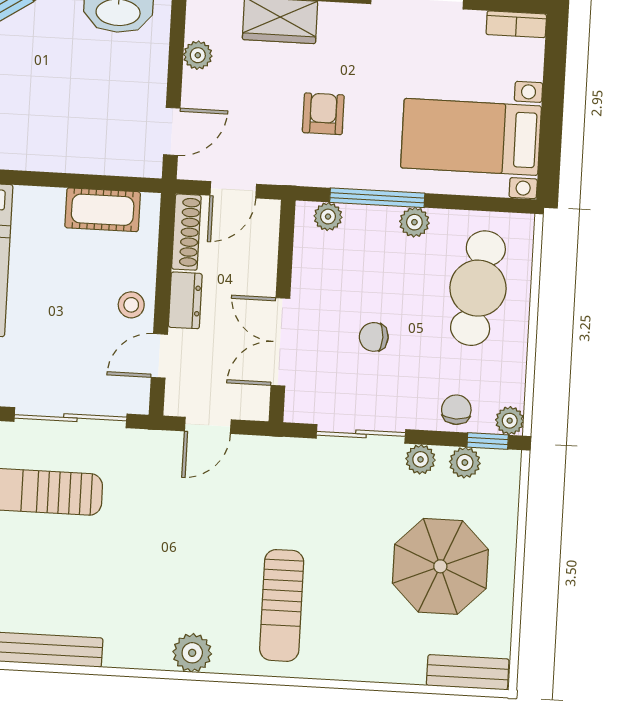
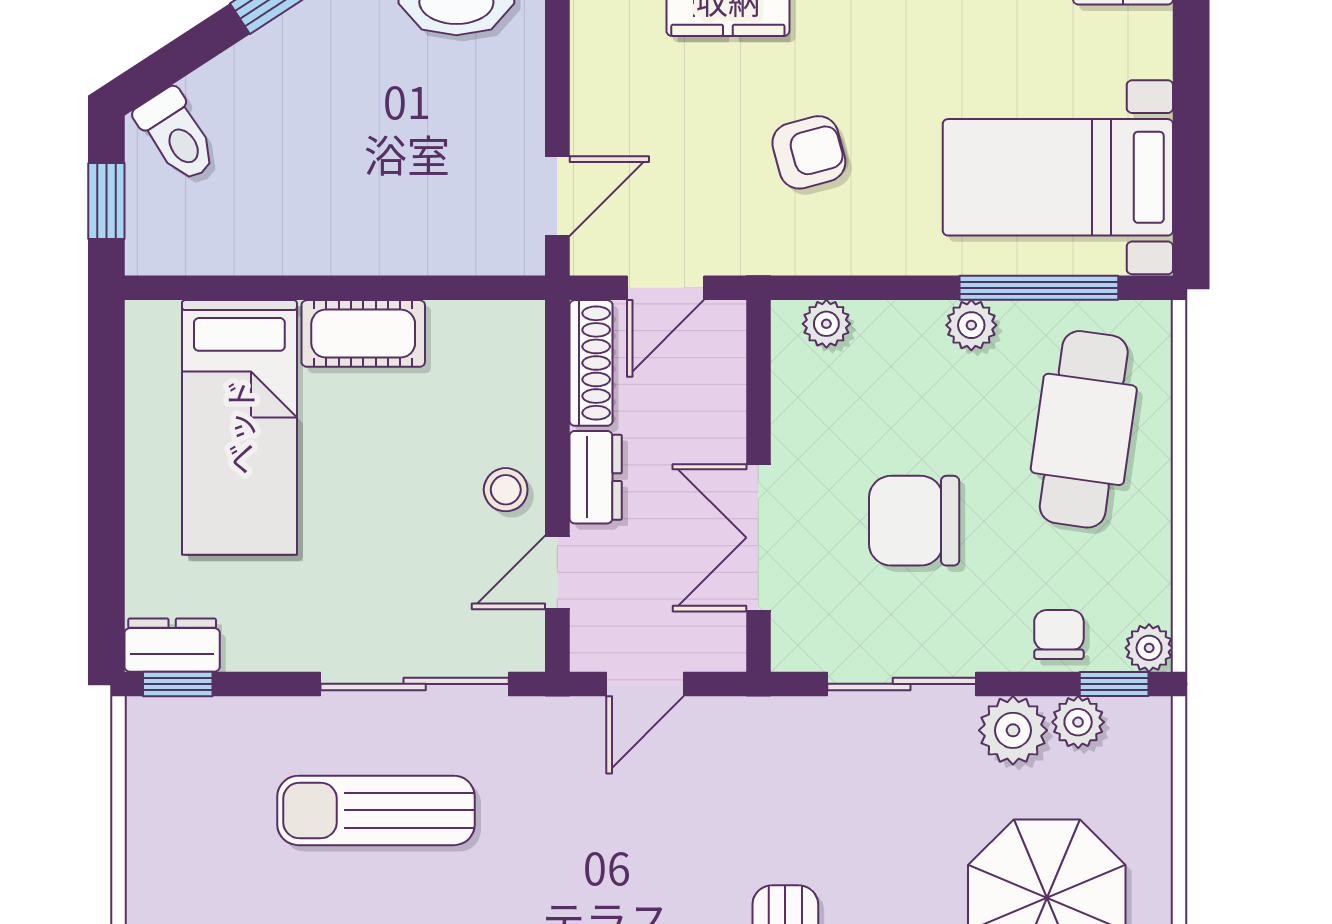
plant: (198, 55) -> (594, 66), removed
armchair: (323, 114) -> (809, 152), turned 75
window: (377, 198) -> (1039, 288), moved
cot: (103, 210) -> (363, 333), moved
chair: (374, 337) -> (914, 521), width x1.87, depth x1.87
plant: (420, 459) -> (1013, 730), width x1.38, depth x1.38

